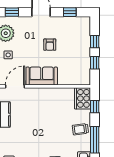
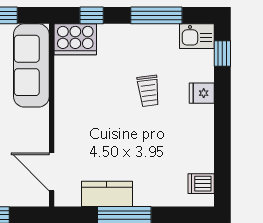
sofa: (42, 76) -> (31, 65), moved, width x1.36
trolley: (80, 129) -> (149, 91), moved

